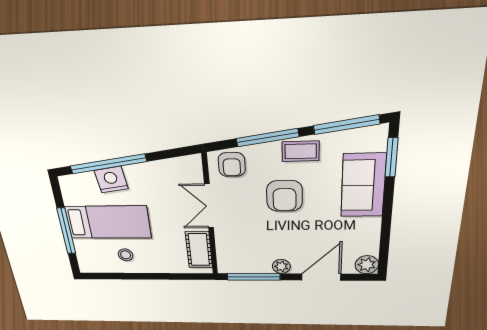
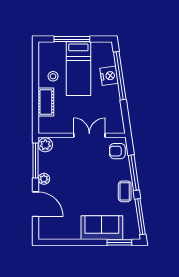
armchair: (285, 196) -> (96, 182), removed
cot: (199, 250) -> (46, 102), moved, turned 90
plant: (367, 265) -> (45, 145), moved

